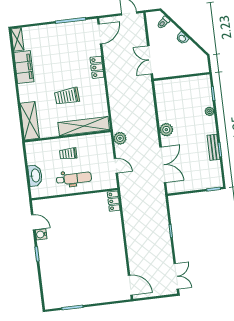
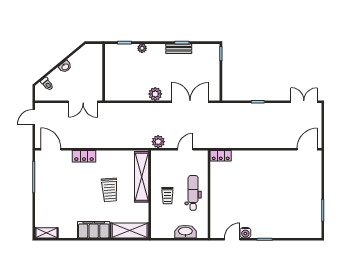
filing cabinet: (24, 67) -> (94, 230), moved

